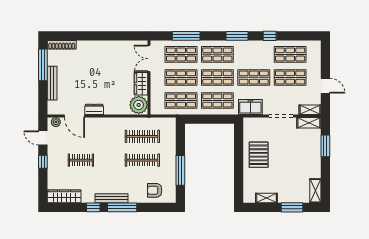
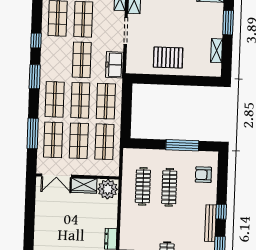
armchair: (155, 190) -> (203, 175), turned 90
window: (122, 207) -> (221, 212), width x0.46

